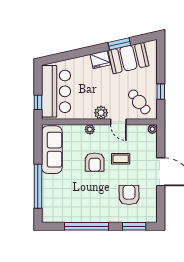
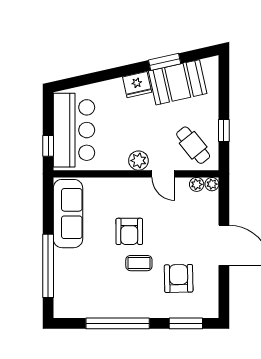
plant: (90, 129) -> (197, 184), moved
coffee table: (121, 159) -> (139, 263), moved

